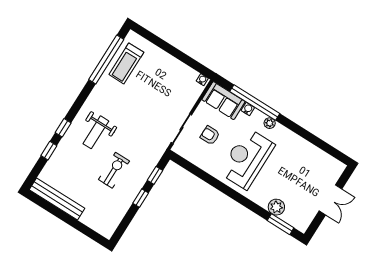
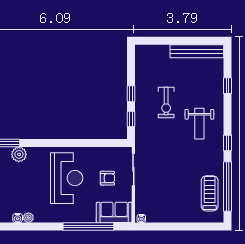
water cooler: (248, 109) -> (18, 218), moved
plant: (270, 123) -> (28, 218), moved
window: (63, 128) -> (228, 143), moved
weight bench: (96, 132) -> (199, 124), turned 180

